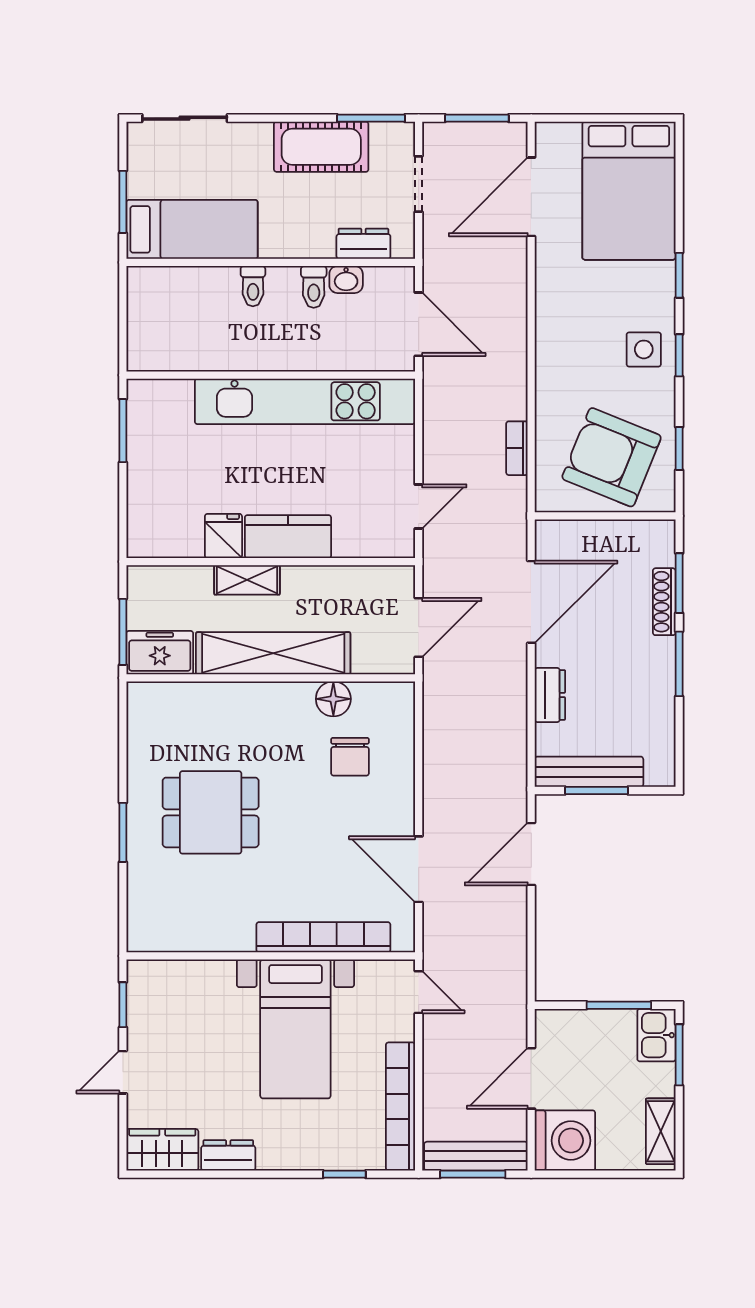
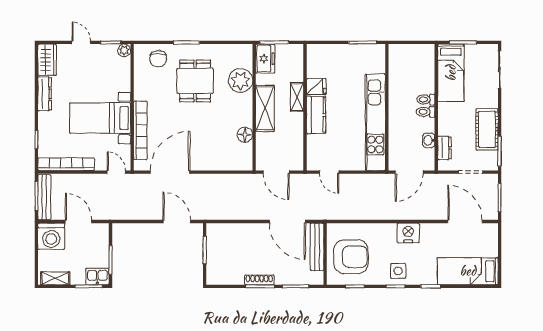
bed: (629, 191) -> (468, 271), width x0.67
toilet: (314, 287) -> (426, 112), moved
nightstand: (557, 326) -> (408, 233), added
bookcase: (517, 448) -> (355, 215), removed
armchair: (612, 457) -> (351, 257), turned 68
shoe rack: (664, 602) -> (259, 280), moved
shelving: (273, 653) -> (265, 108), width x0.68
dresser: (550, 695) -> (247, 230), removed
plant: (210, 709) -> (241, 81), added
chair: (350, 757) -> (158, 59), moved, turned -90
bench: (589, 772) -> (317, 247), moved
door: (419, 869) -> (170, 172), width x1.36
plant: (141, 974) -> (124, 50), added
door: (419, 992) -> (116, 172), swing flipped
dresser: (228, 1155) -> (45, 94), width x1.44

